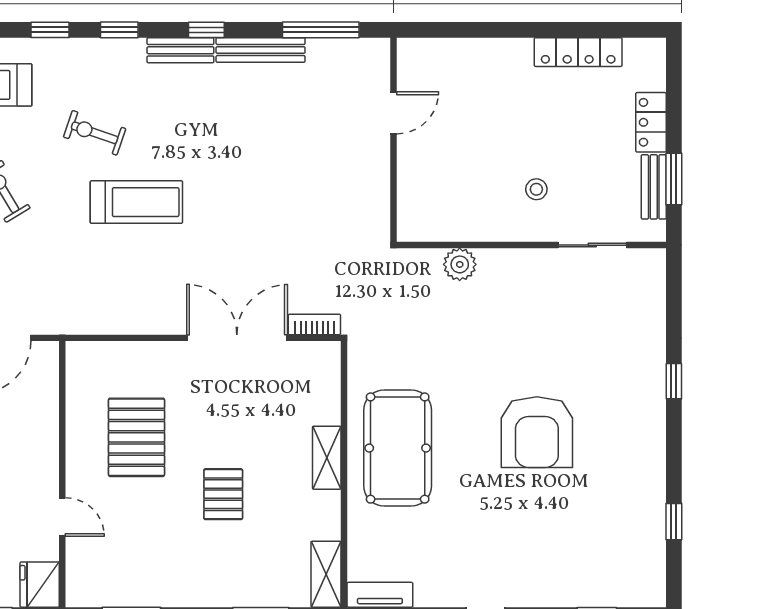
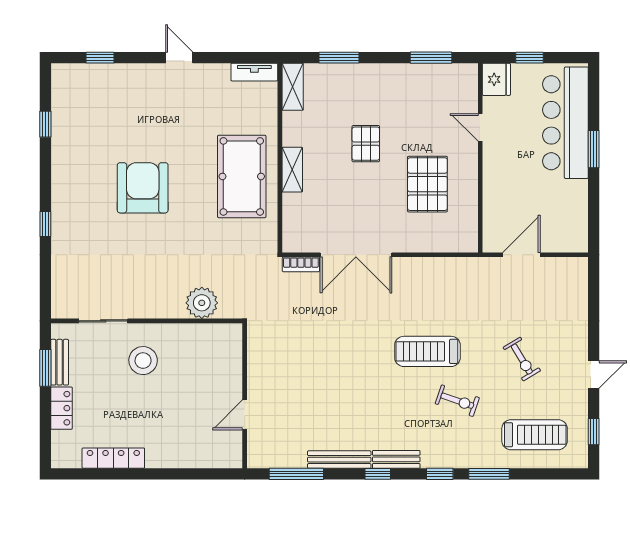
window: (50, 30) -> (489, 474), width x1.50
stool: (536, 189) -> (143, 361), width x1.89, depth x1.89
plant: (460, 264) -> (202, 303), width x1.36, depth x1.36

